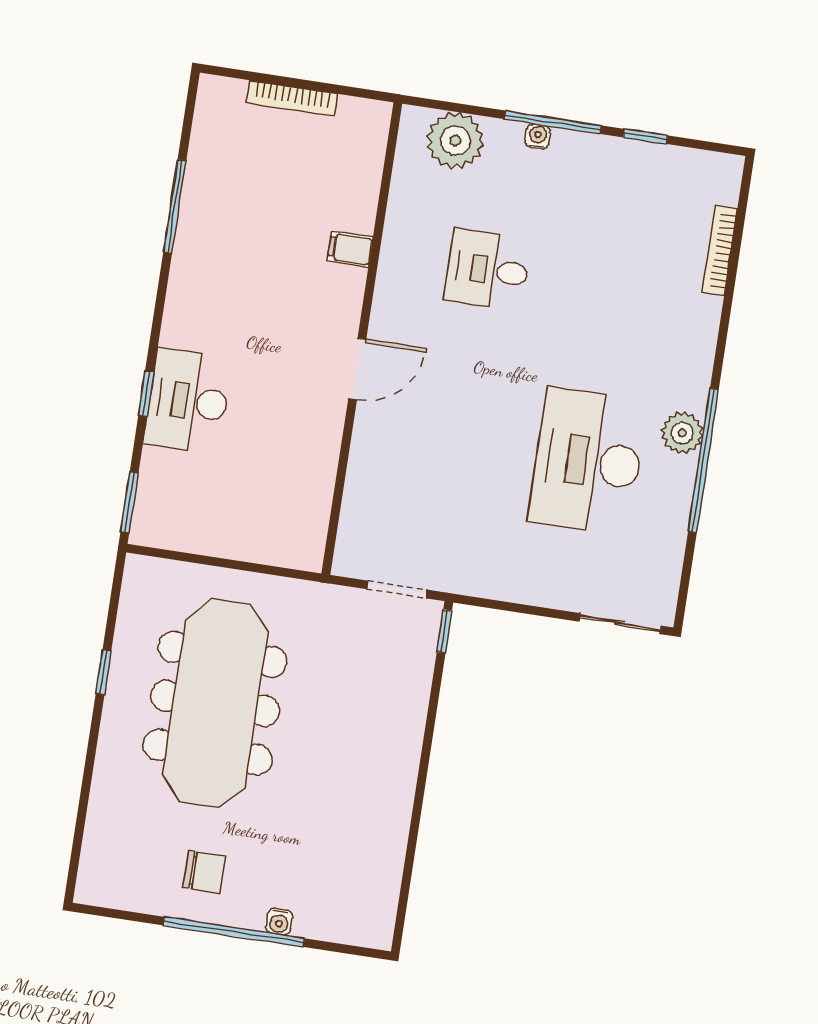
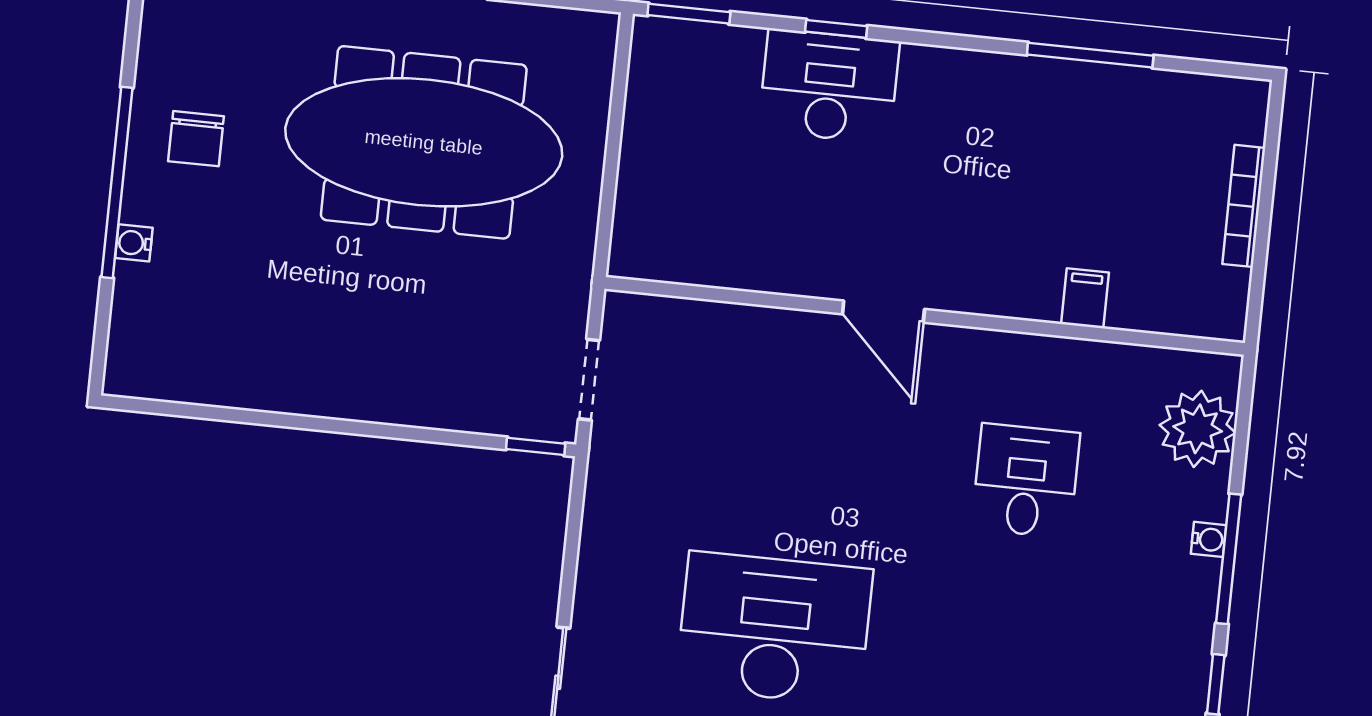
filing cabinet: (350, 249) -> (1085, 298), moved

